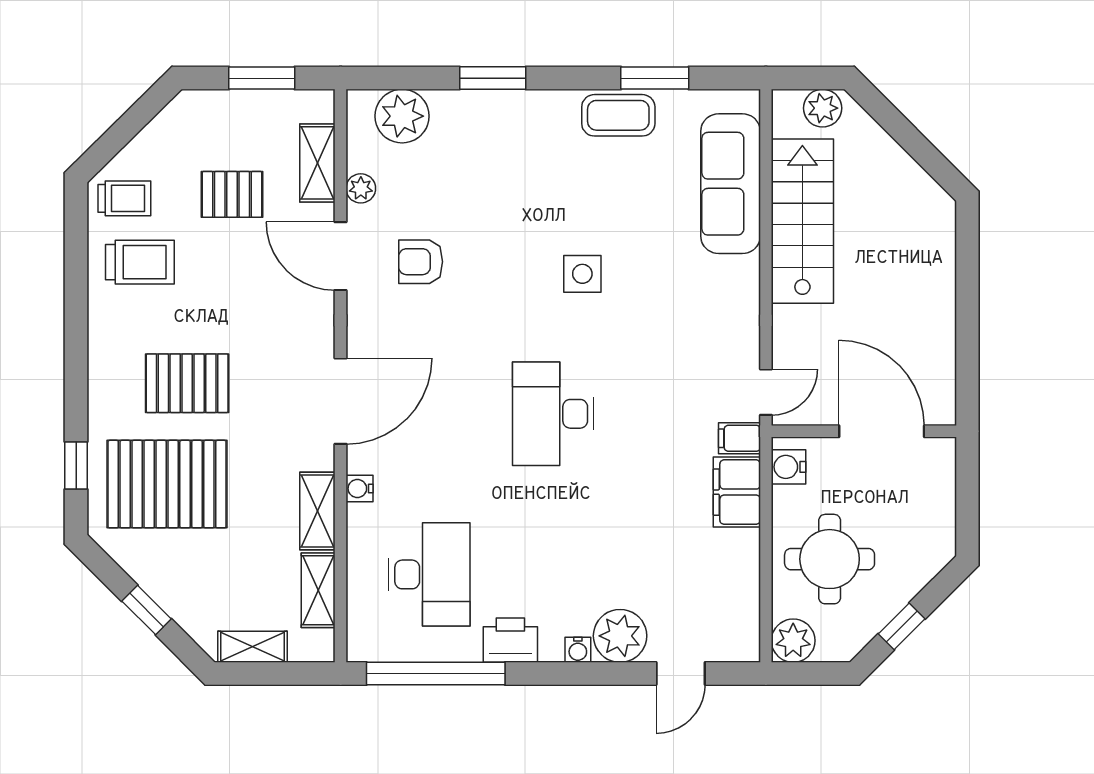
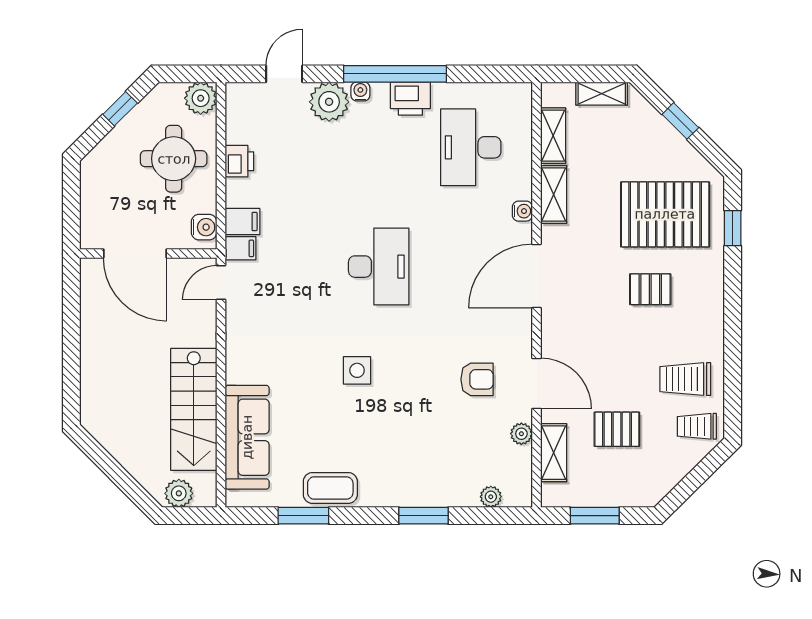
plant: (402, 116) -> (491, 497), width x0.53, depth x0.53
pallet: (187, 383) -> (650, 289), width x0.67, depth x0.71
filing cabinet: (737, 492) -> (242, 221), width x0.50
printer: (741, 556) -> (239, 161), added
window: (436, 673) -> (395, 74), moved

